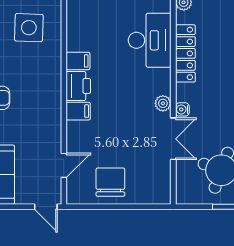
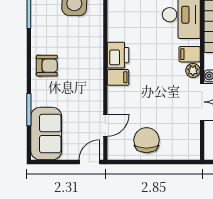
filing cabinet: (78, 61) -> (190, 54), moved, turned 180
door: (46, 207) -> (89, 162), swing flipped

